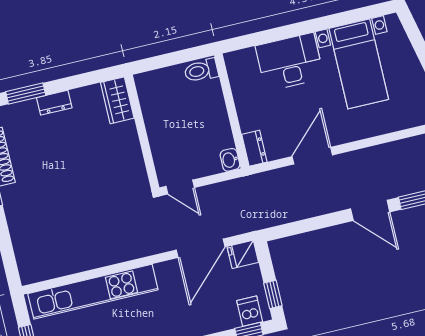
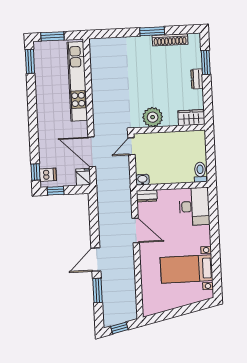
desk: (290, 62) -> (194, 206), moved
plant: (128, 162) -> (153, 117), added

